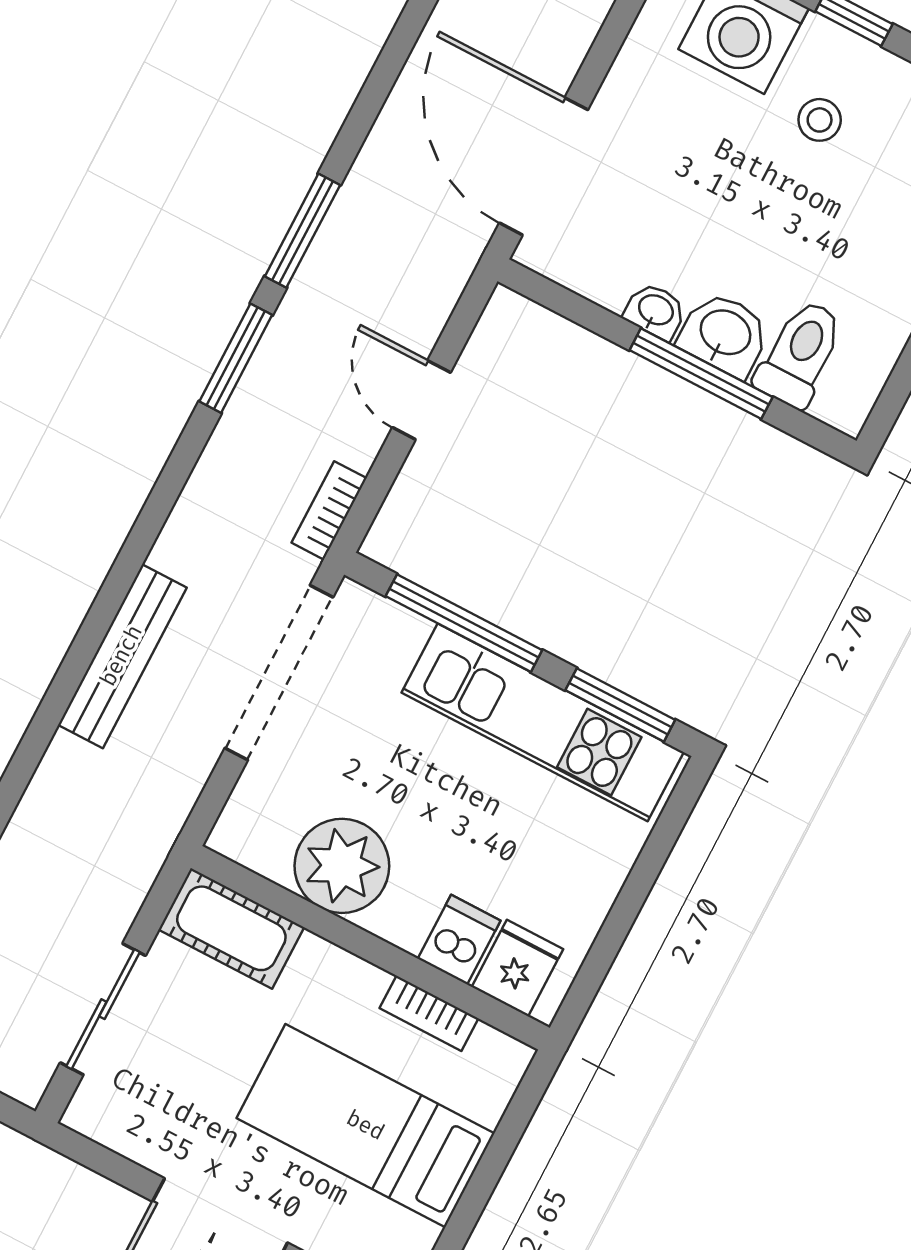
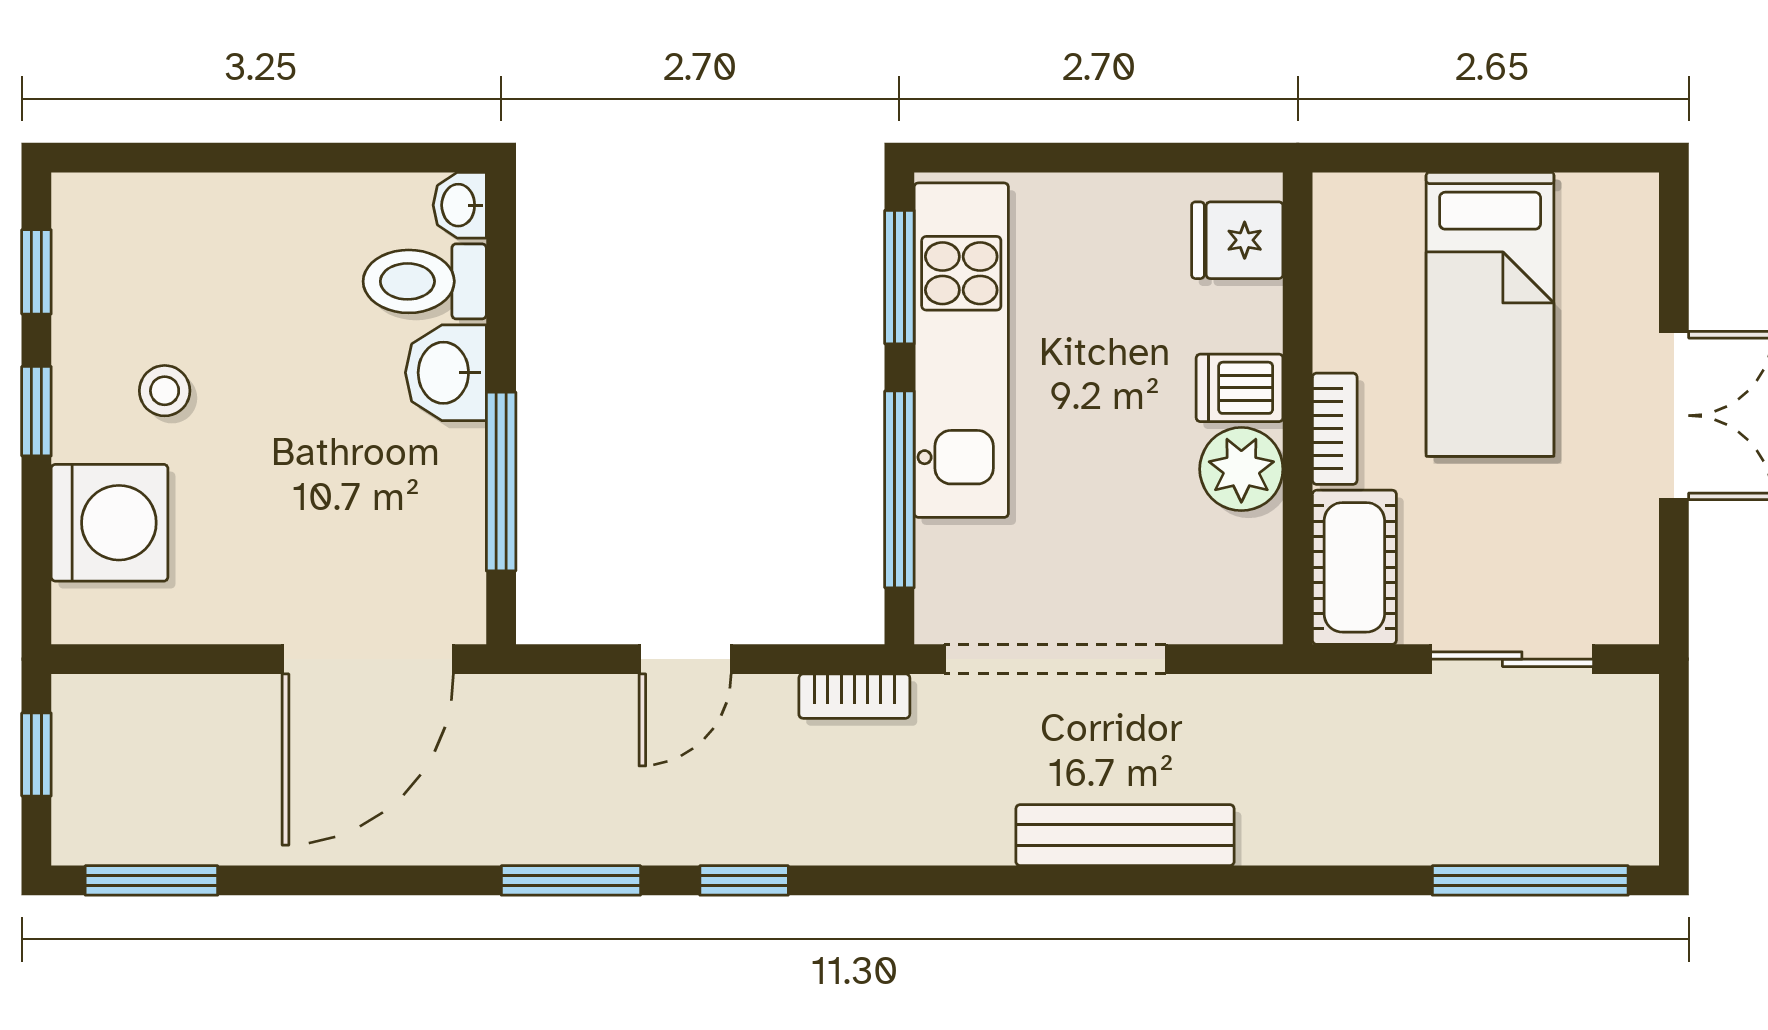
washbasin: (655, 311) -> (460, 205), moved
window: (236, 358) -> (744, 880), width x0.67
window: (701, 374) -> (501, 481), moved
plant: (342, 866) -> (1241, 469), width x0.73, depth x0.73
dishwasher: (459, 940) -> (1240, 388), moved
bookcase: (429, 1013) -> (1335, 429), moved

